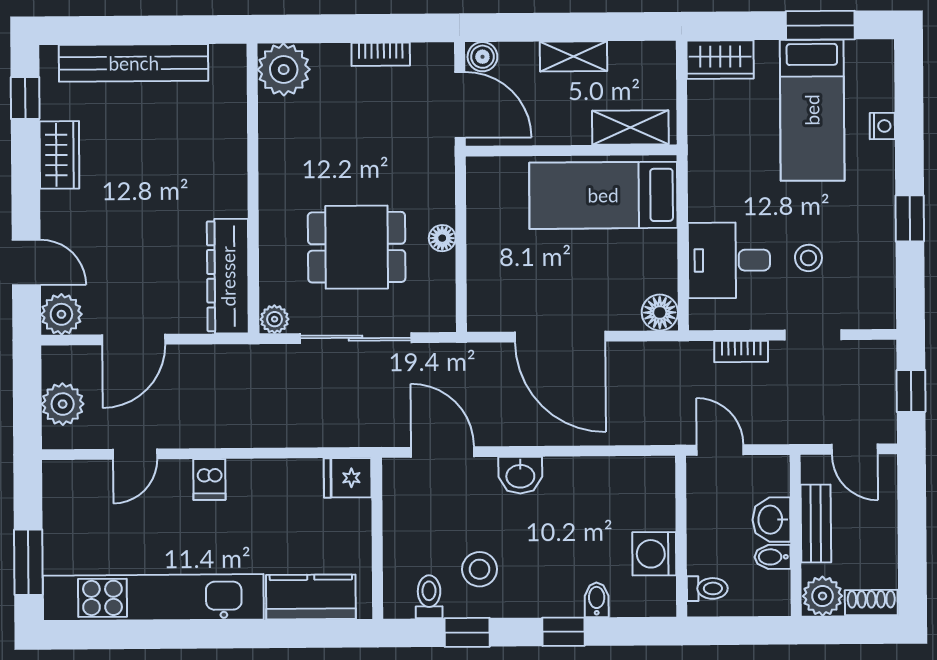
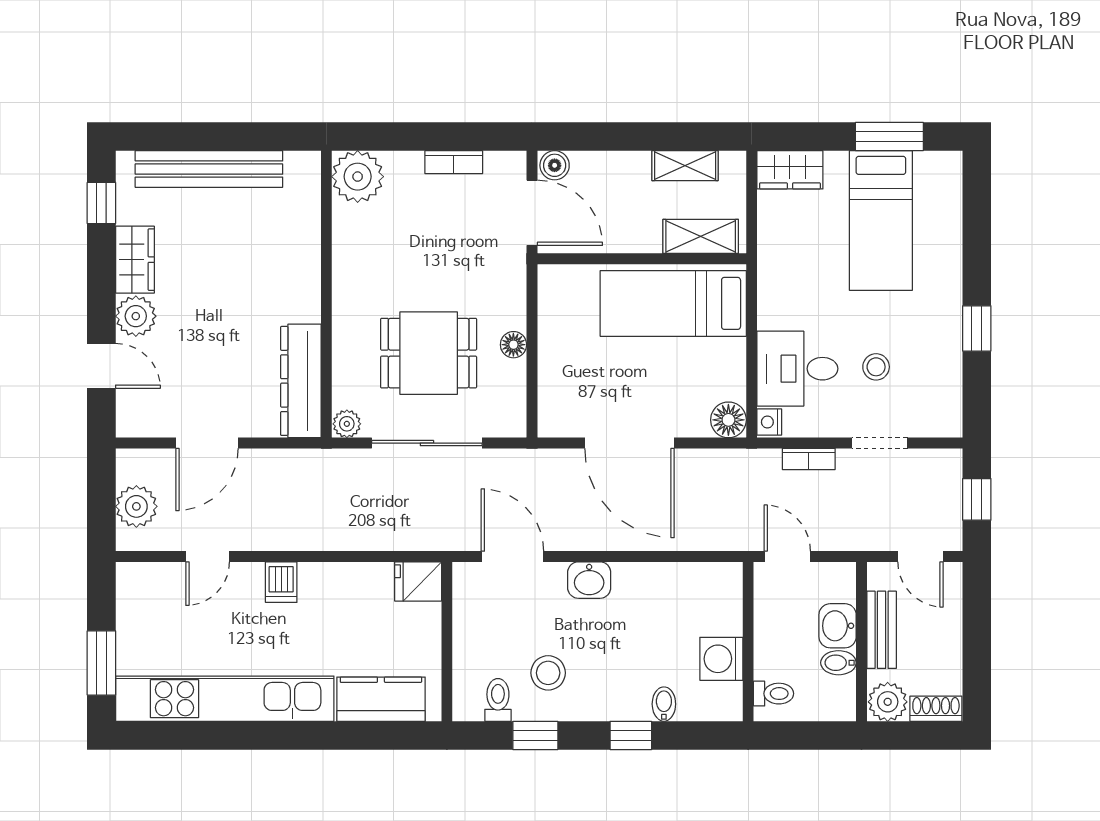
shelving: (573, 56) -> (685, 166), moved
nightstand: (882, 126) -> (769, 422), moved, turned 180
plant: (61, 314) -> (136, 316), moved

